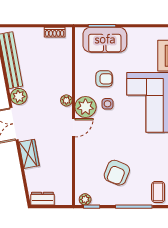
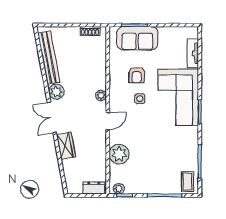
armchair: (104, 79) -> (137, 75), turned 90
plant: (85, 107) -> (119, 154), moved
armchair: (117, 173) -> (149, 163), removed
dresser: (42, 199) -> (94, 188), moved

